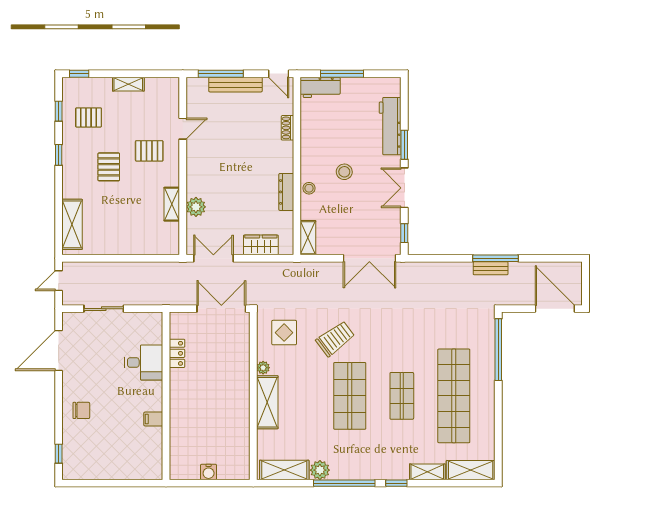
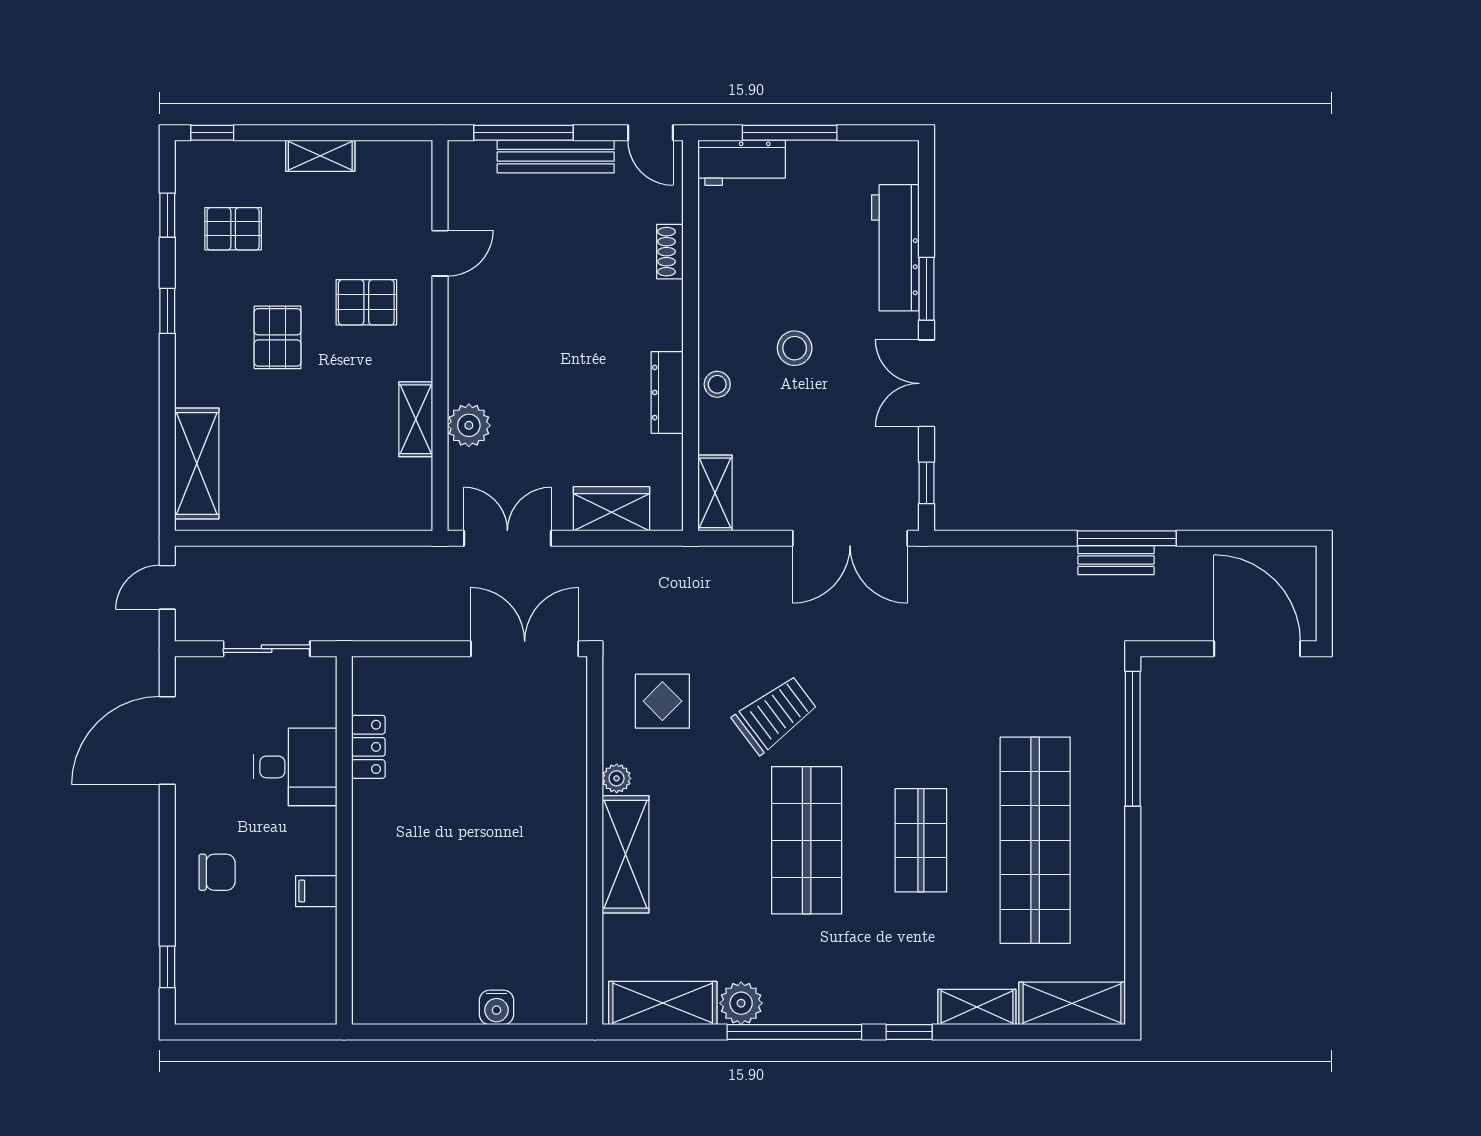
locker: (177, 353) -> (368, 747), moved
desk: (144, 362) -> (295, 767), moved
wall: (166, 396) -> (344, 840), moved
filing cabinet: (153, 419) -> (316, 891), moved

